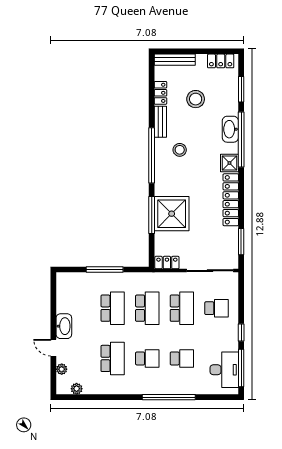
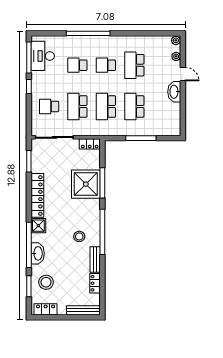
stool: (196, 99) -> (46, 282), moved
plant: (77, 389) -> (176, 40), moved

